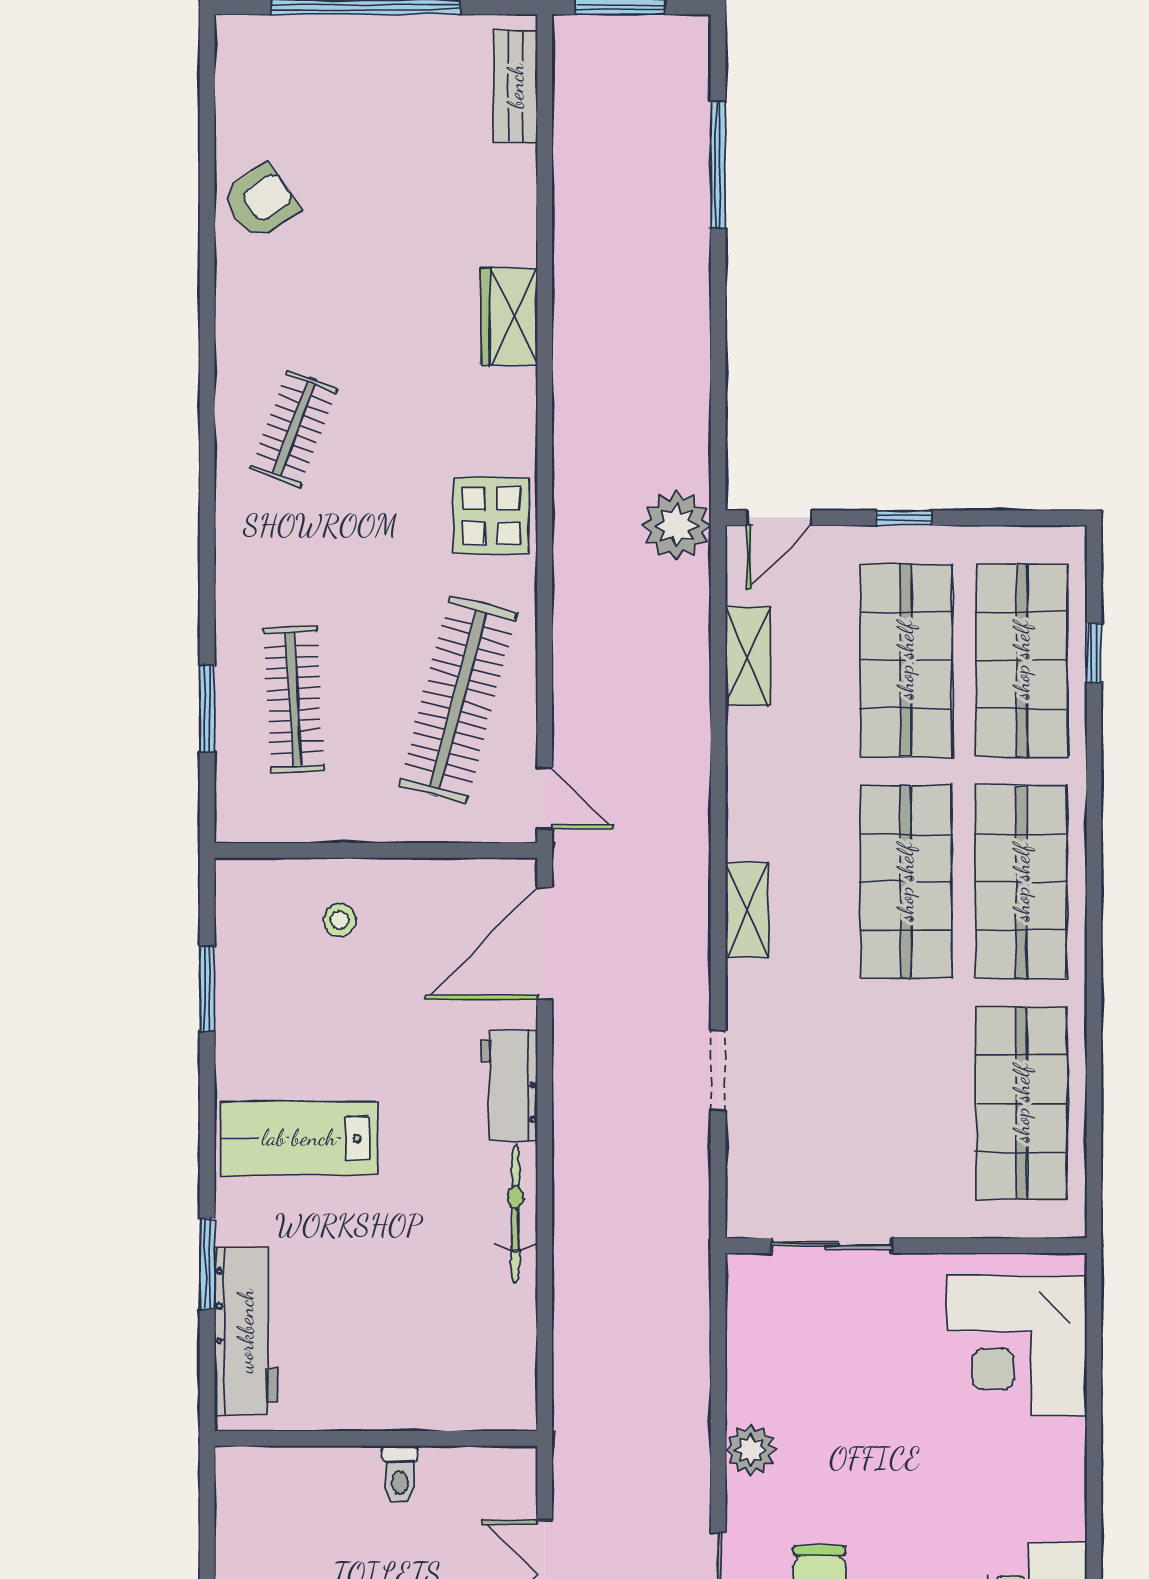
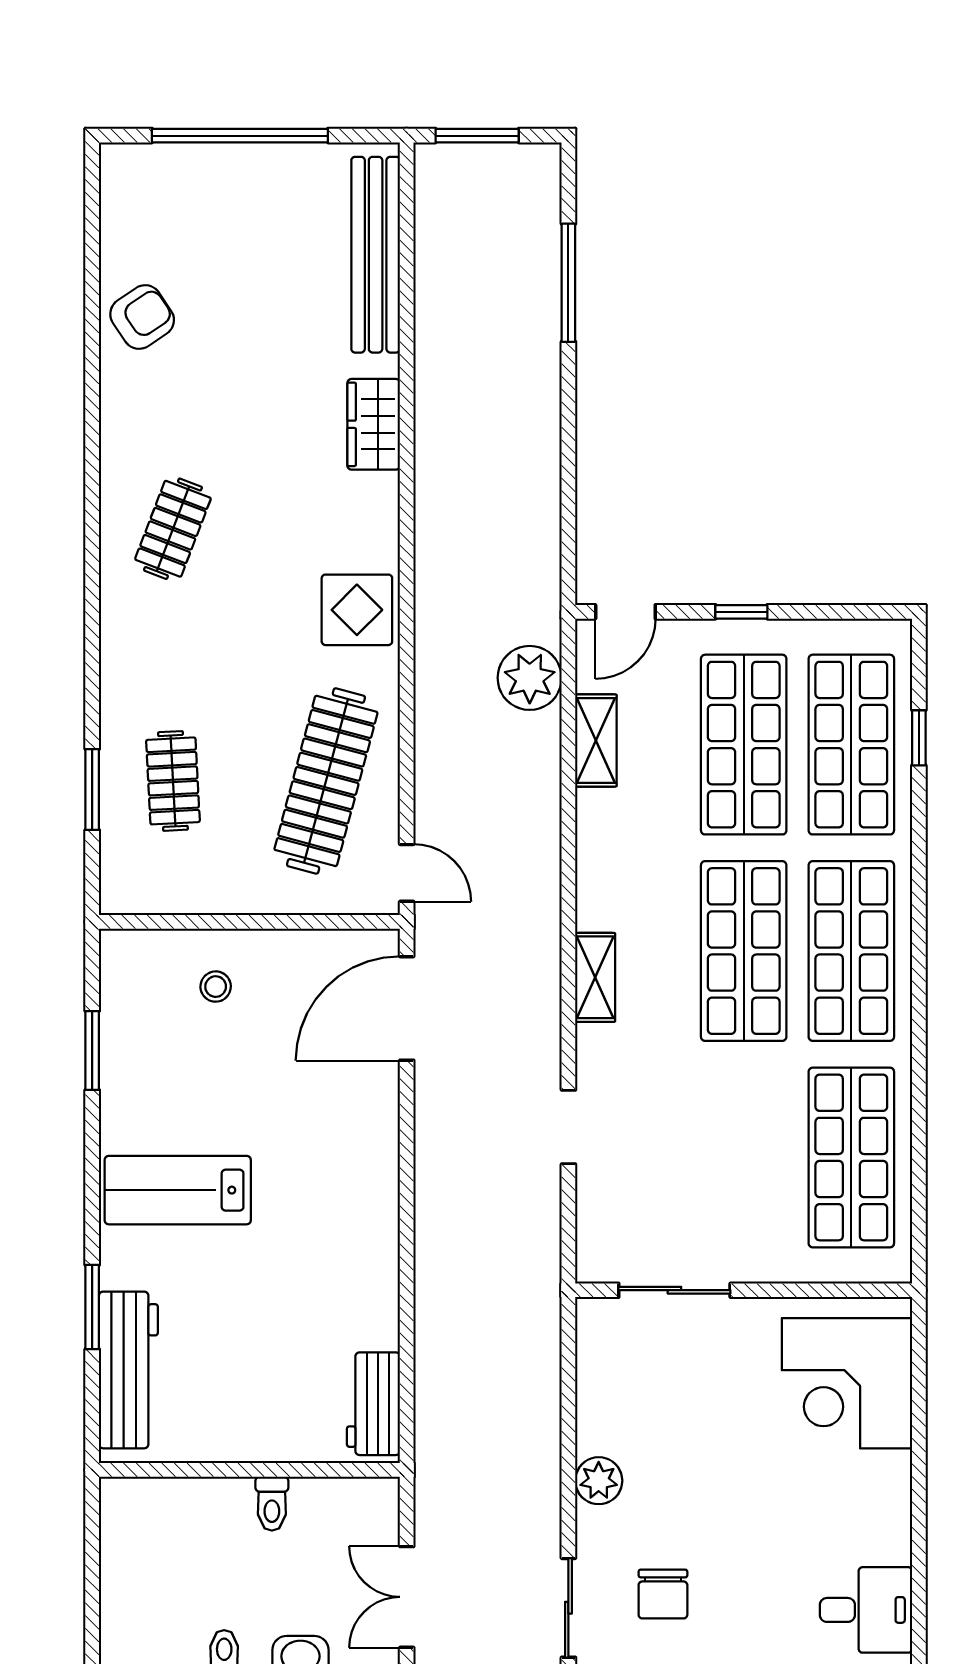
bench: (516, 86) -> (376, 255), width x1.86, depth x1.21
plant: (676, 525) -> (530, 678), moved
clothes rail: (294, 699) -> (173, 781), width x0.73
workbench: (509, 1086) -> (373, 1404), moved
bicycle: (515, 1214) -> (380, 1260), removed

